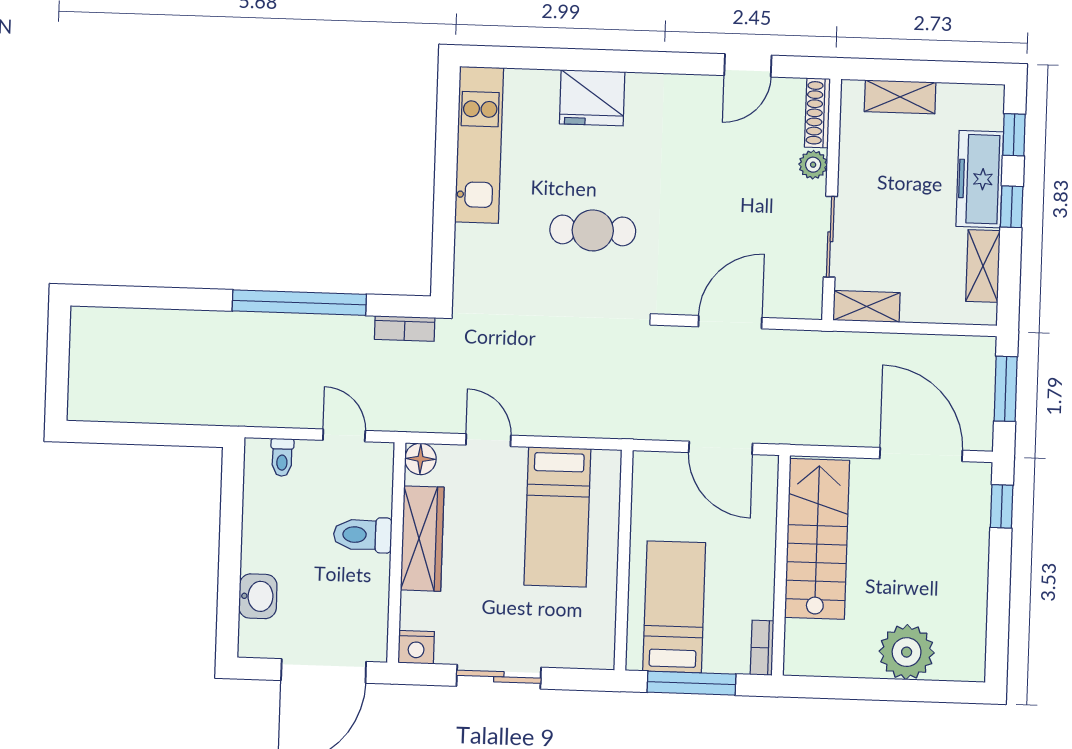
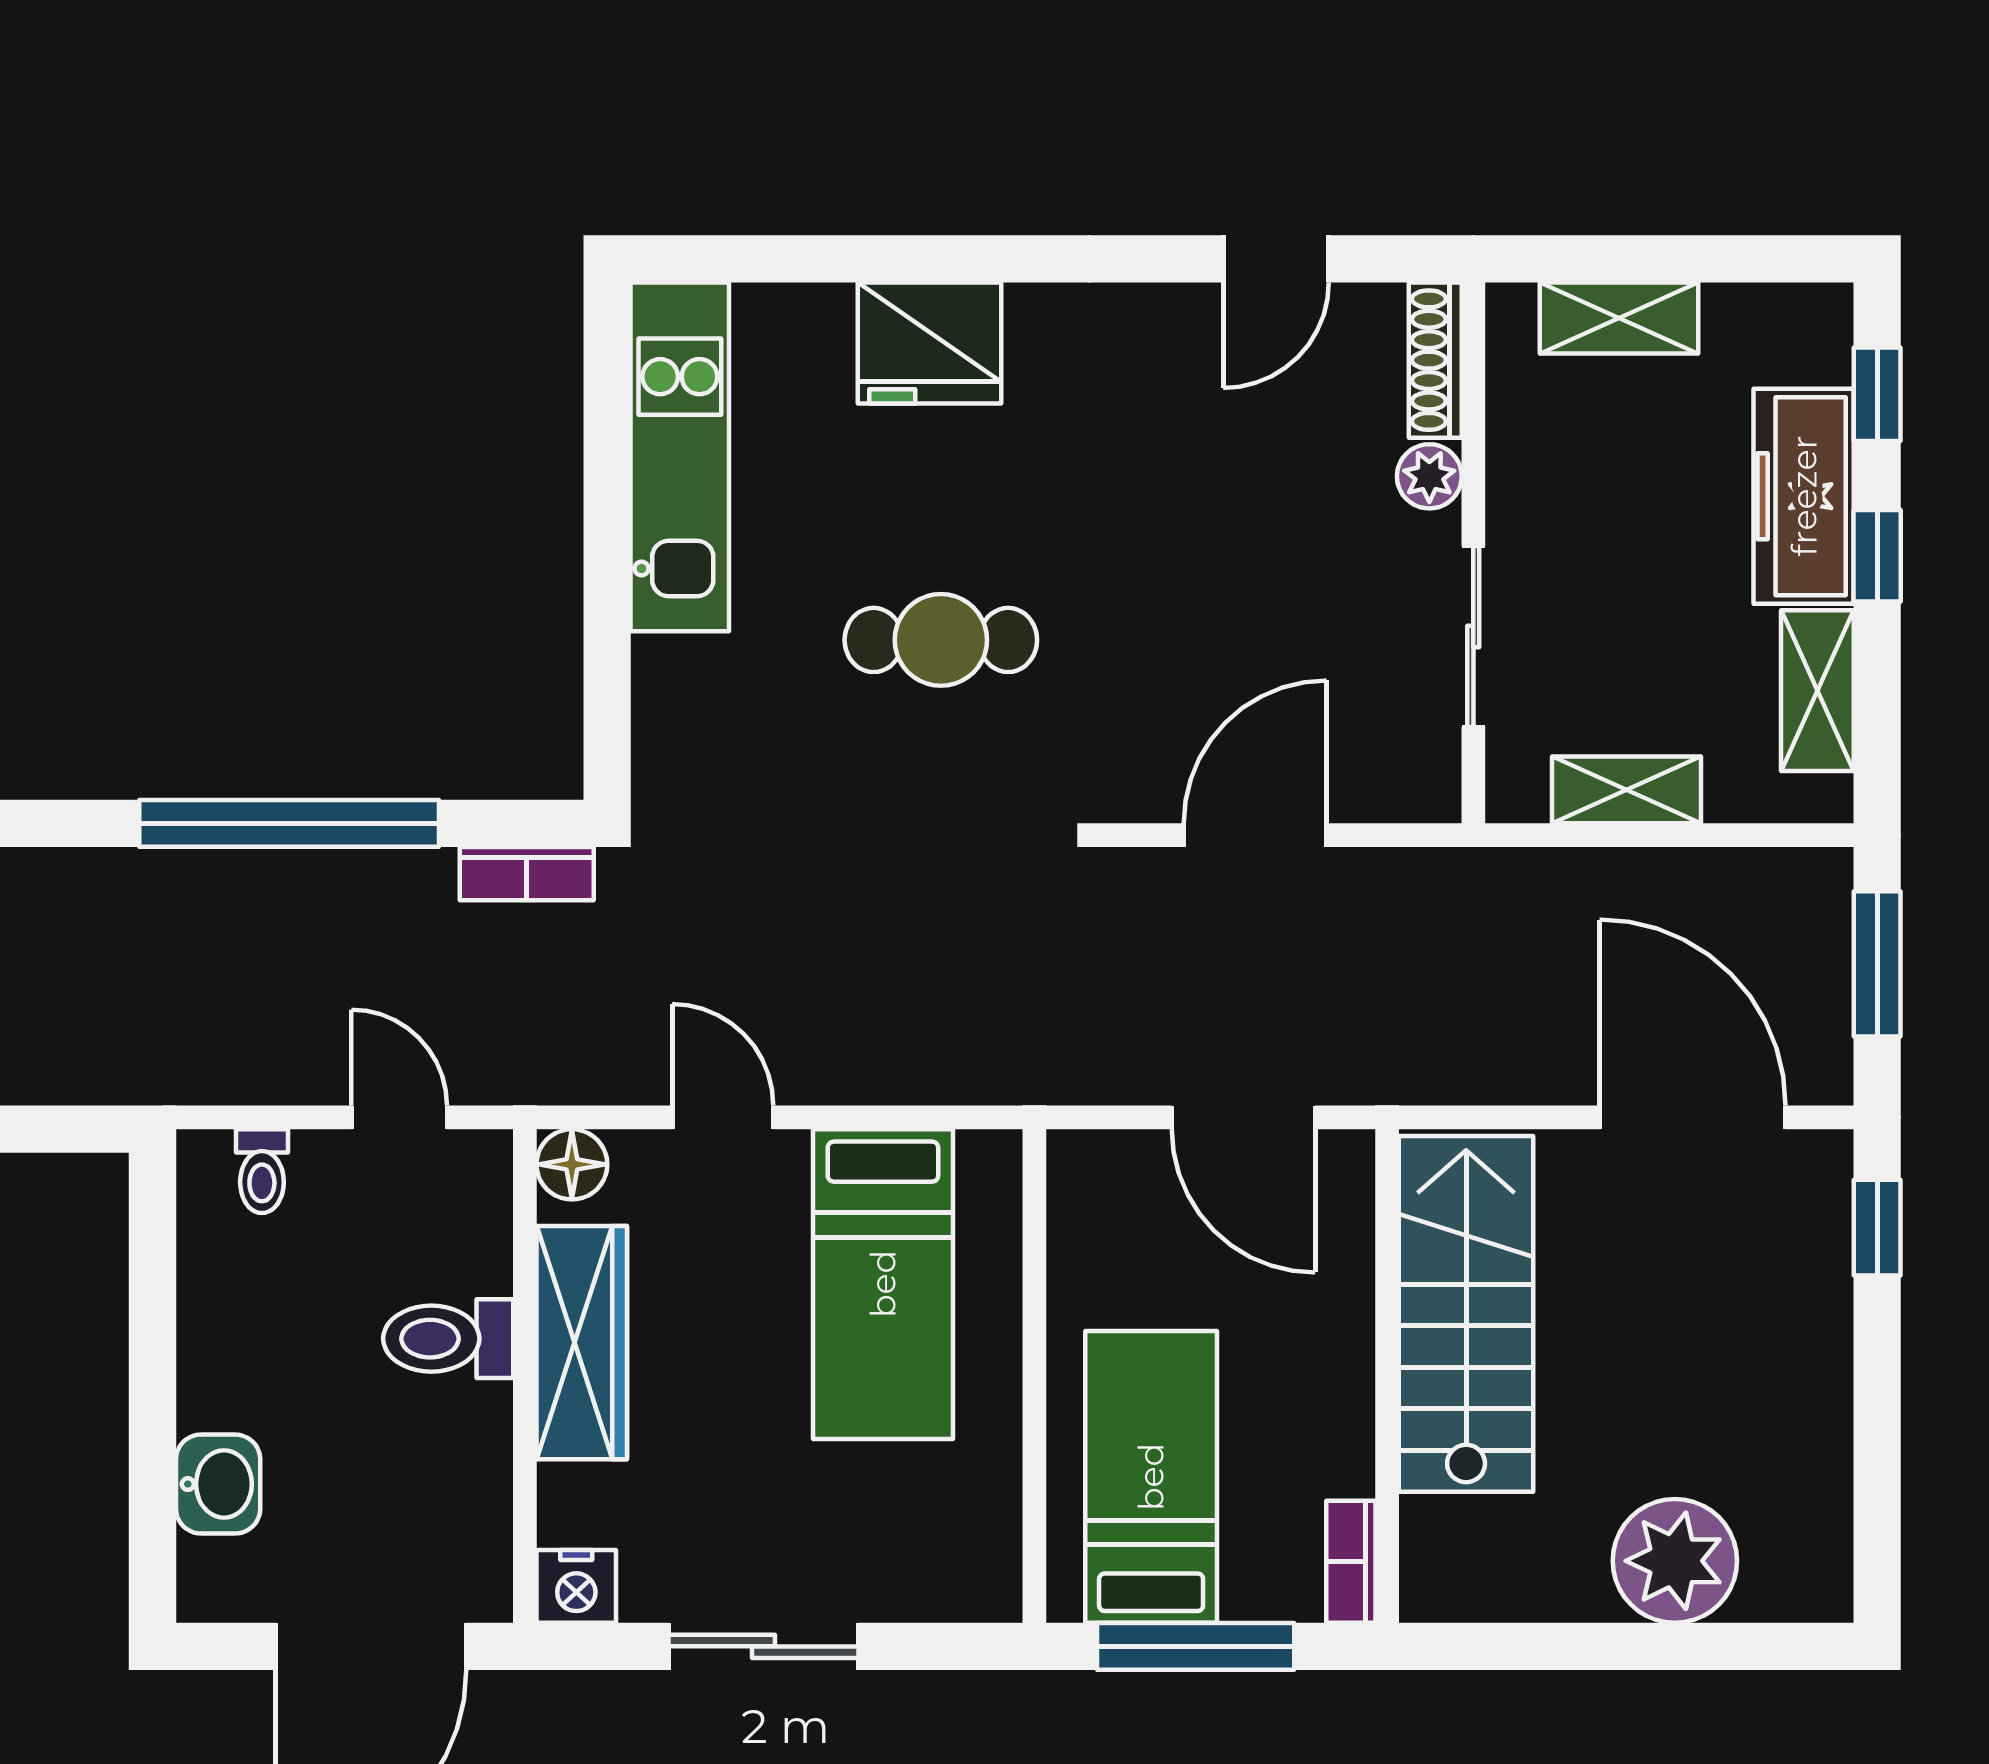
shelving: (866, 306) -> (1627, 790), moved

